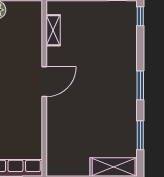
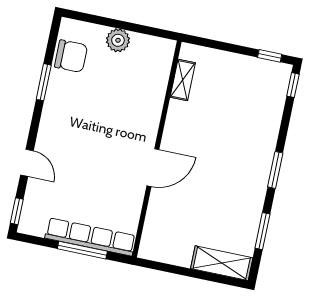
door: (44, 82) -> (153, 168), moved

